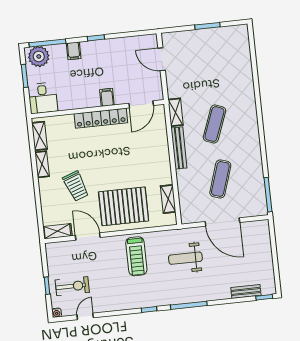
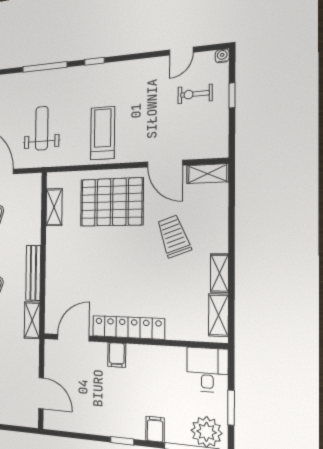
weight bench: (185, 258) -> (42, 128), turned -90
exercise bike: (72, 286) -> (195, 94), width x0.73, depth x0.72

